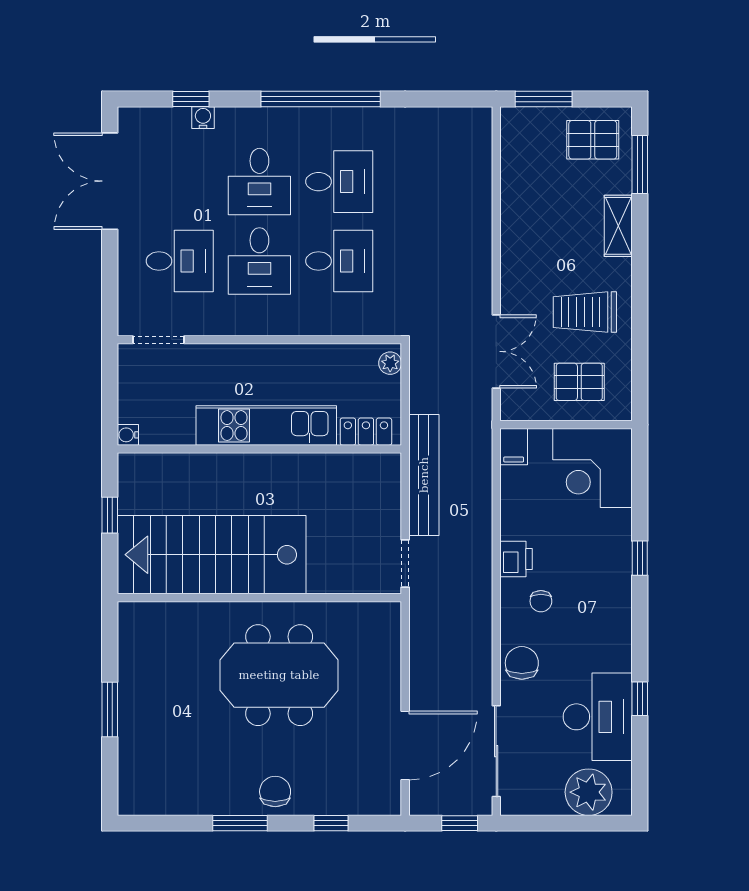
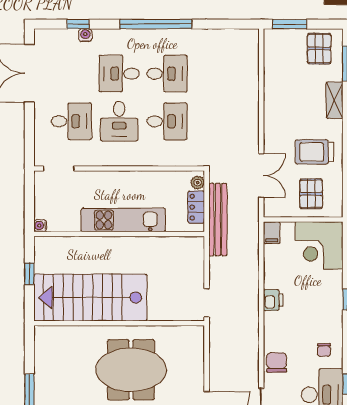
pallet: (593, 140) -> (319, 49), turned 90
desk: (259, 182) -> (119, 74), turned 90
pallet: (579, 382) -> (311, 194), turned 90
locker: (366, 432) -> (196, 207), moved, turned -90
bench: (424, 475) -> (218, 220), moved
chair: (541, 601) -> (324, 350), moved

